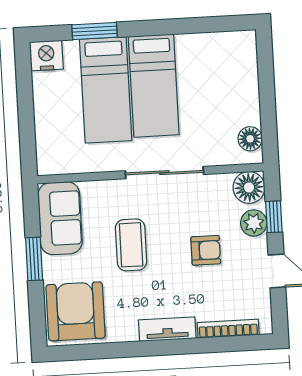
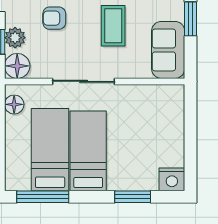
window: (208, 25) -> (43, 197), added
bed: (106, 90) -> (50, 150), moved

